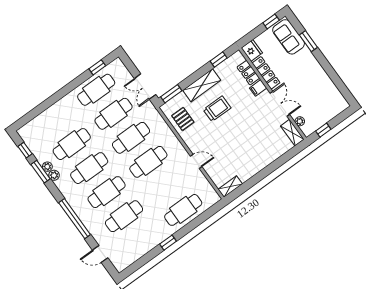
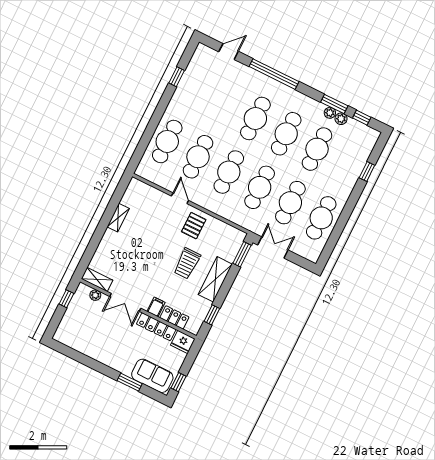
window: (97, 67) -> (367, 171), moved
pallet: (183, 119) -> (194, 226), moved, turned 90
door: (196, 161) -> (180, 198), swing flipped
plant: (54, 175) -> (341, 119), moved
shelving: (230, 187) -> (118, 218), moved
cafe table: (124, 216) -> (198, 157), moved
window: (168, 243) -> (177, 77), moved

